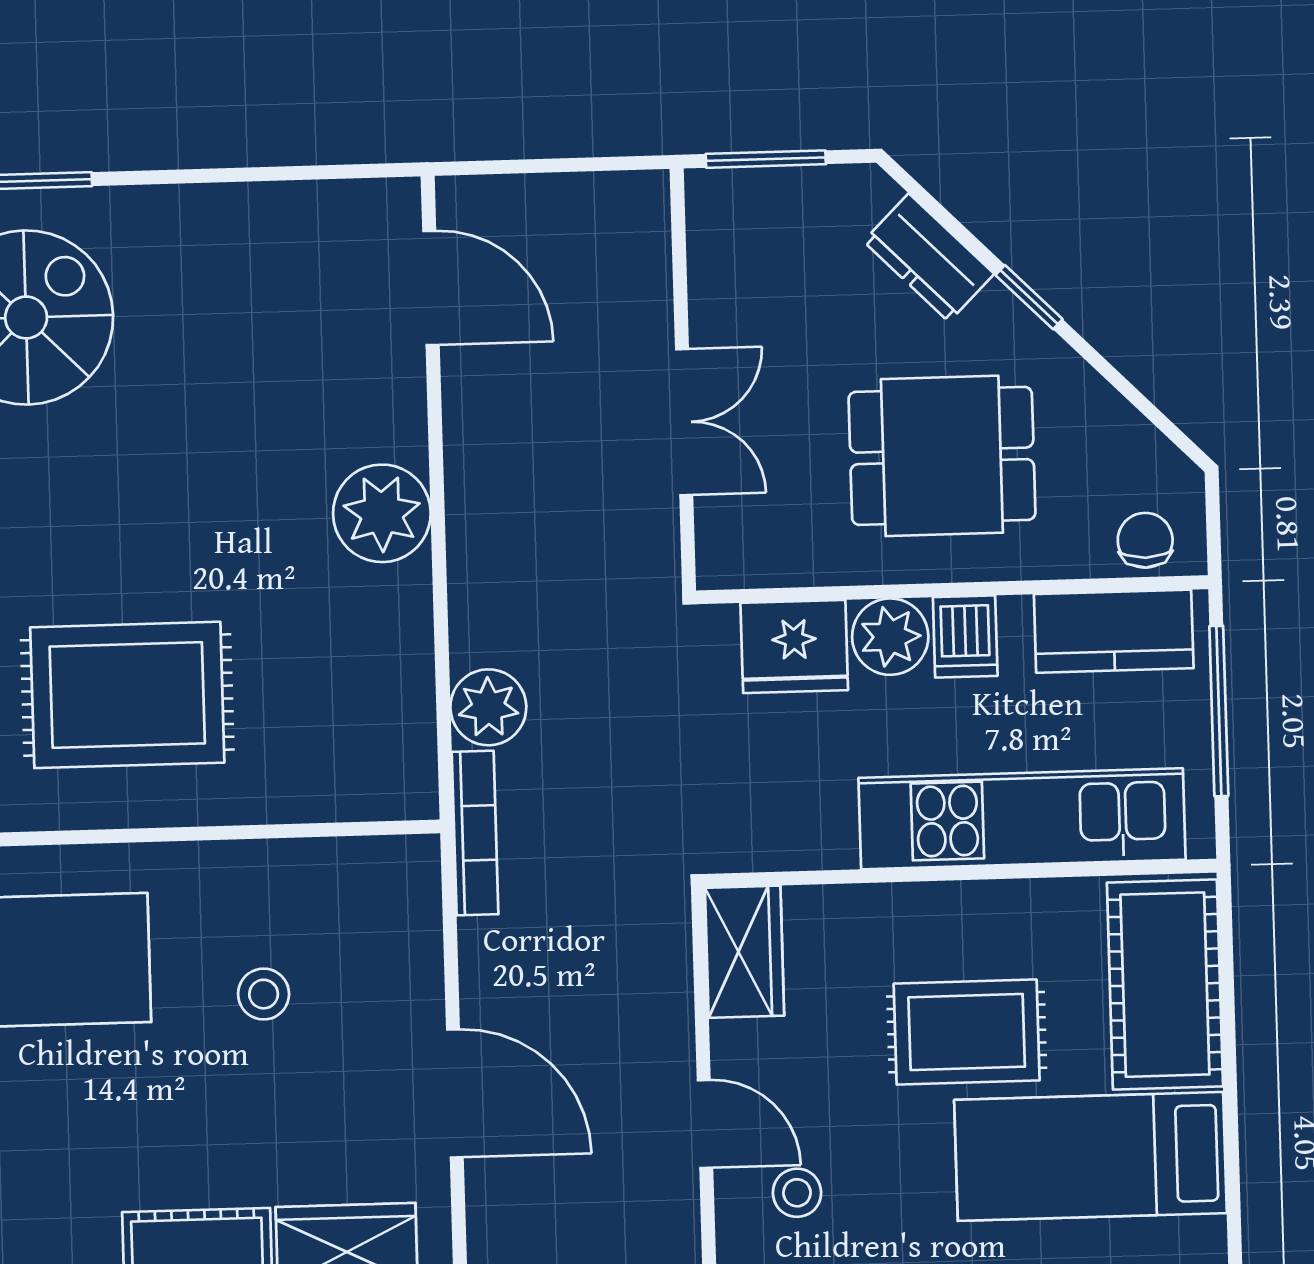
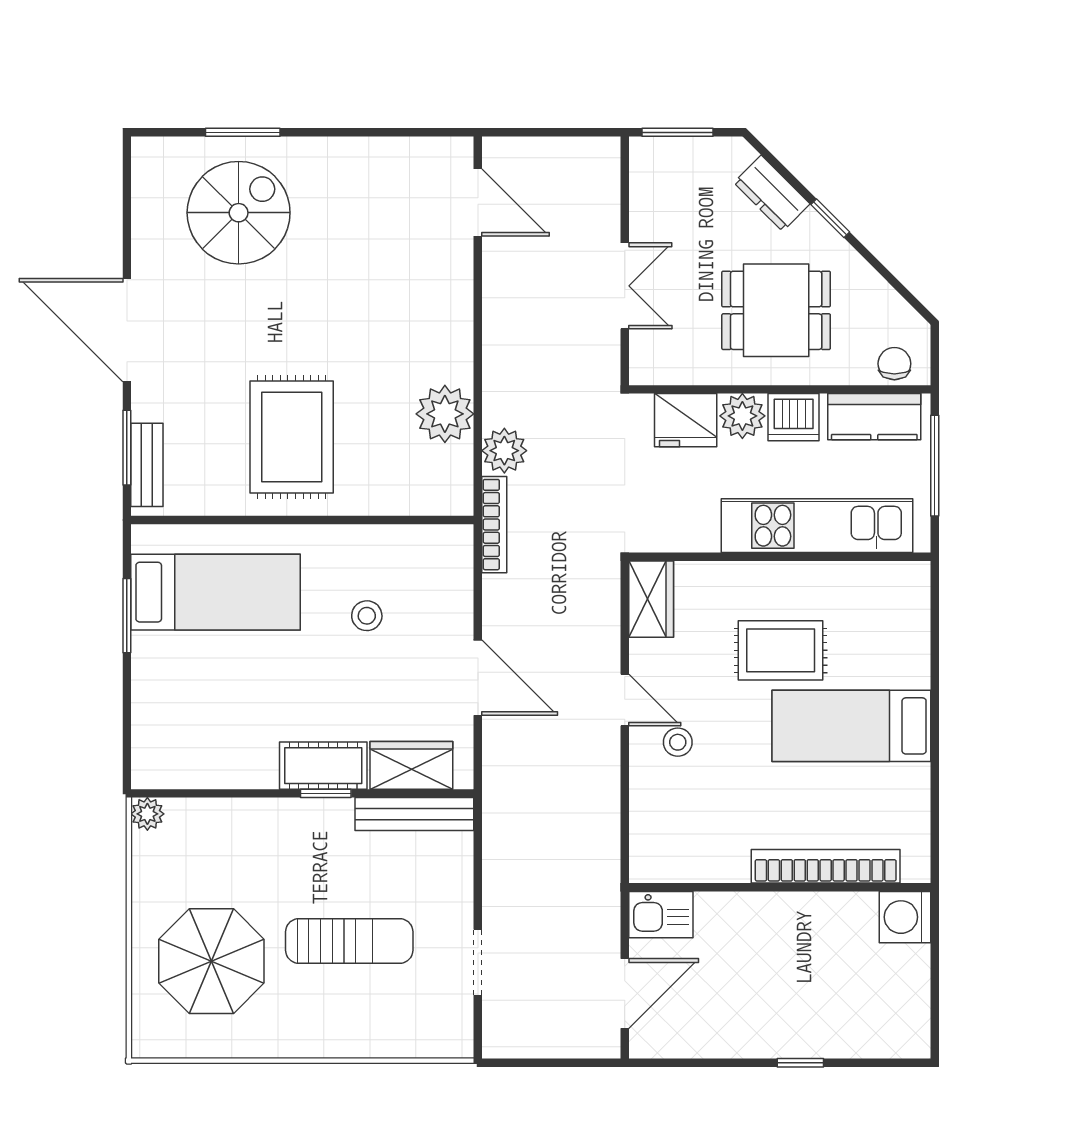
plant: (382, 513) -> (445, 414), moved
dishwasher: (965, 636) -> (794, 417), width x1.38
rug: (127, 695) -> (292, 437), turned 90
cot: (1165, 985) -> (898, 626), removed

